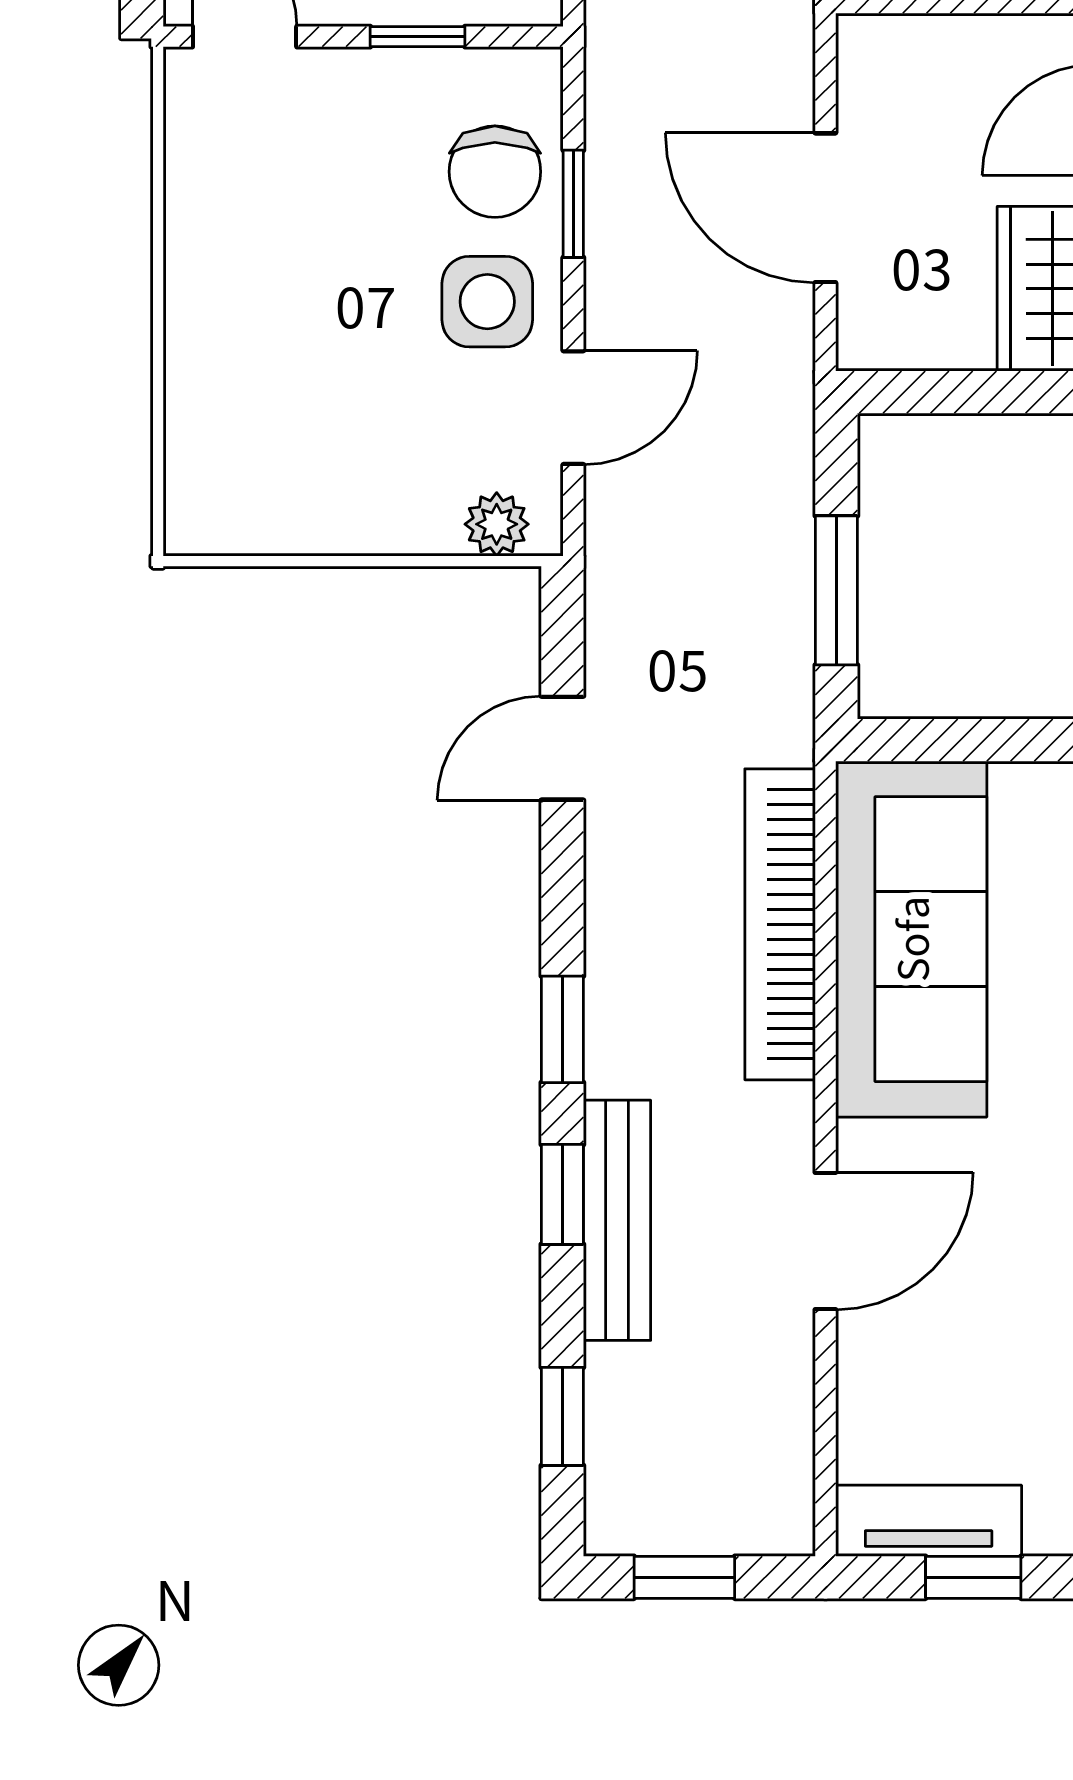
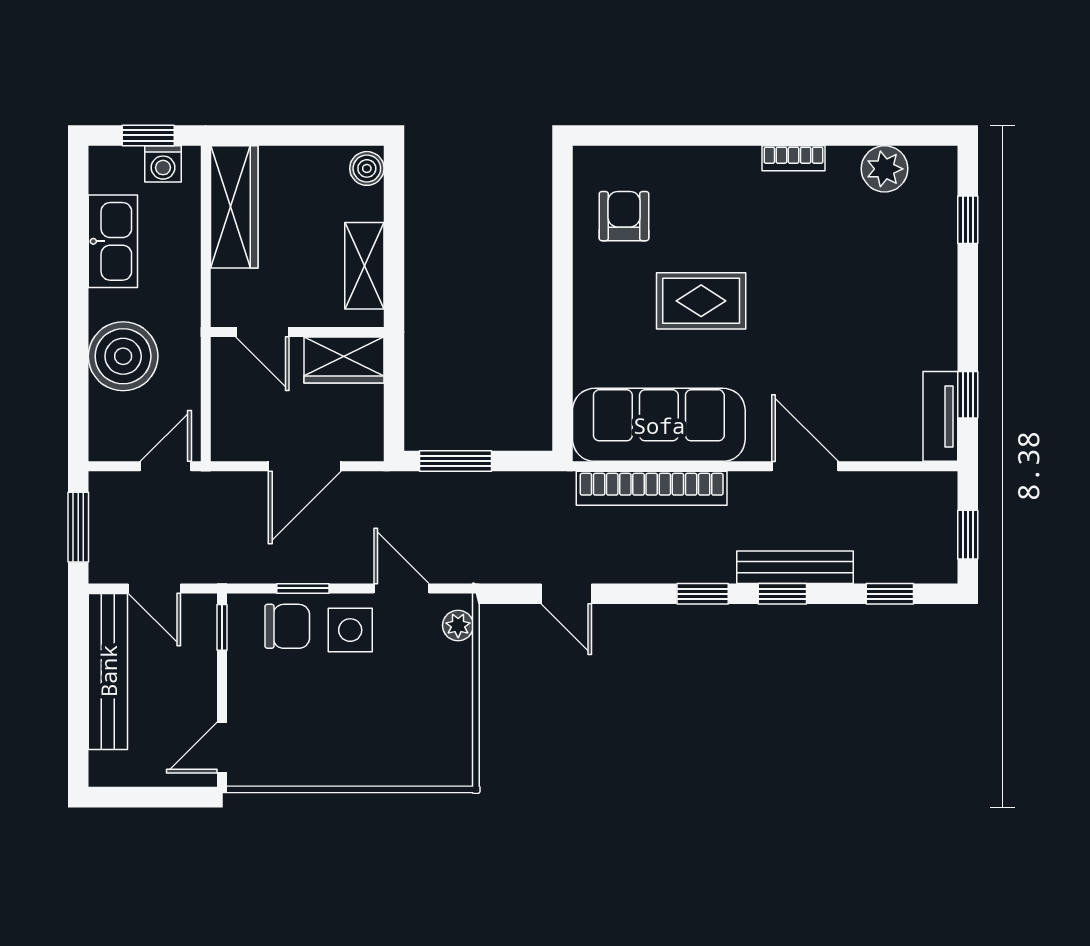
window: (418, 37) -> (222, 627), moved
window: (836, 590) -> (455, 461), moved

